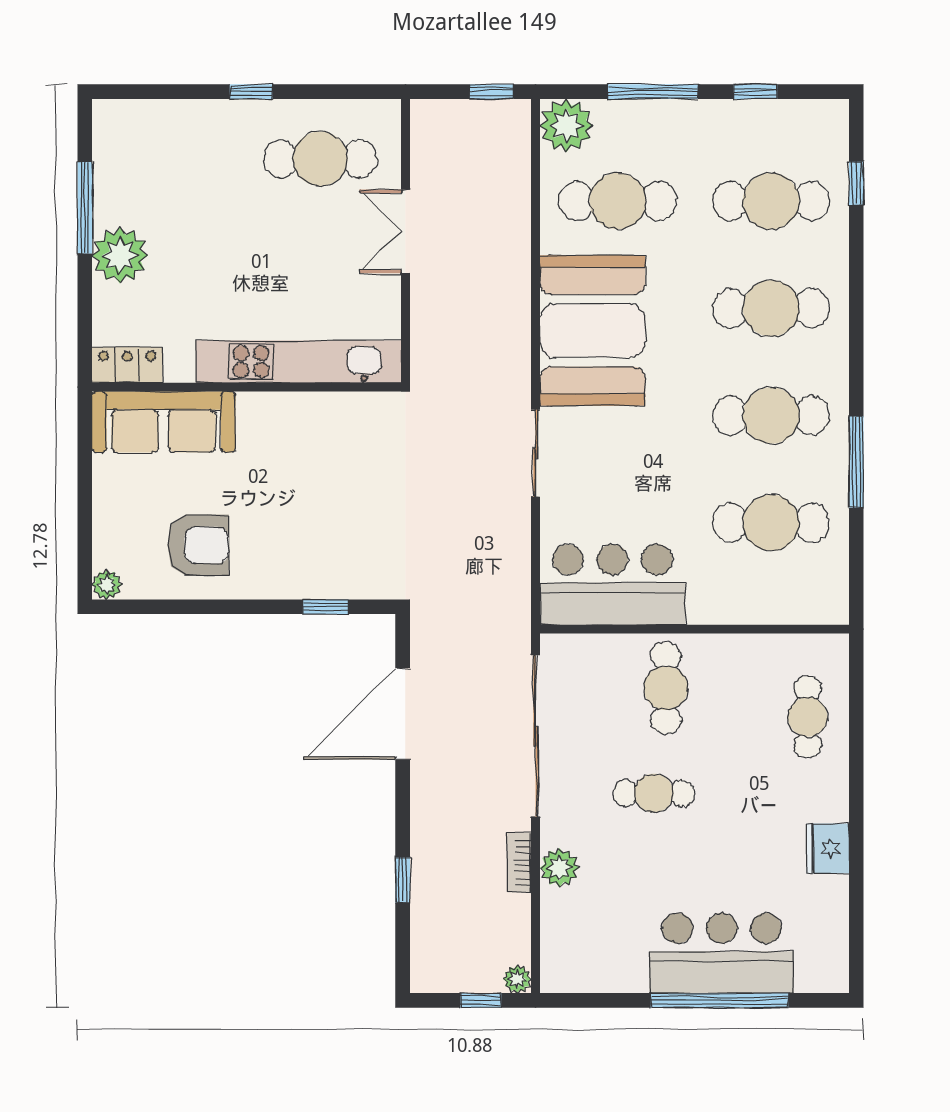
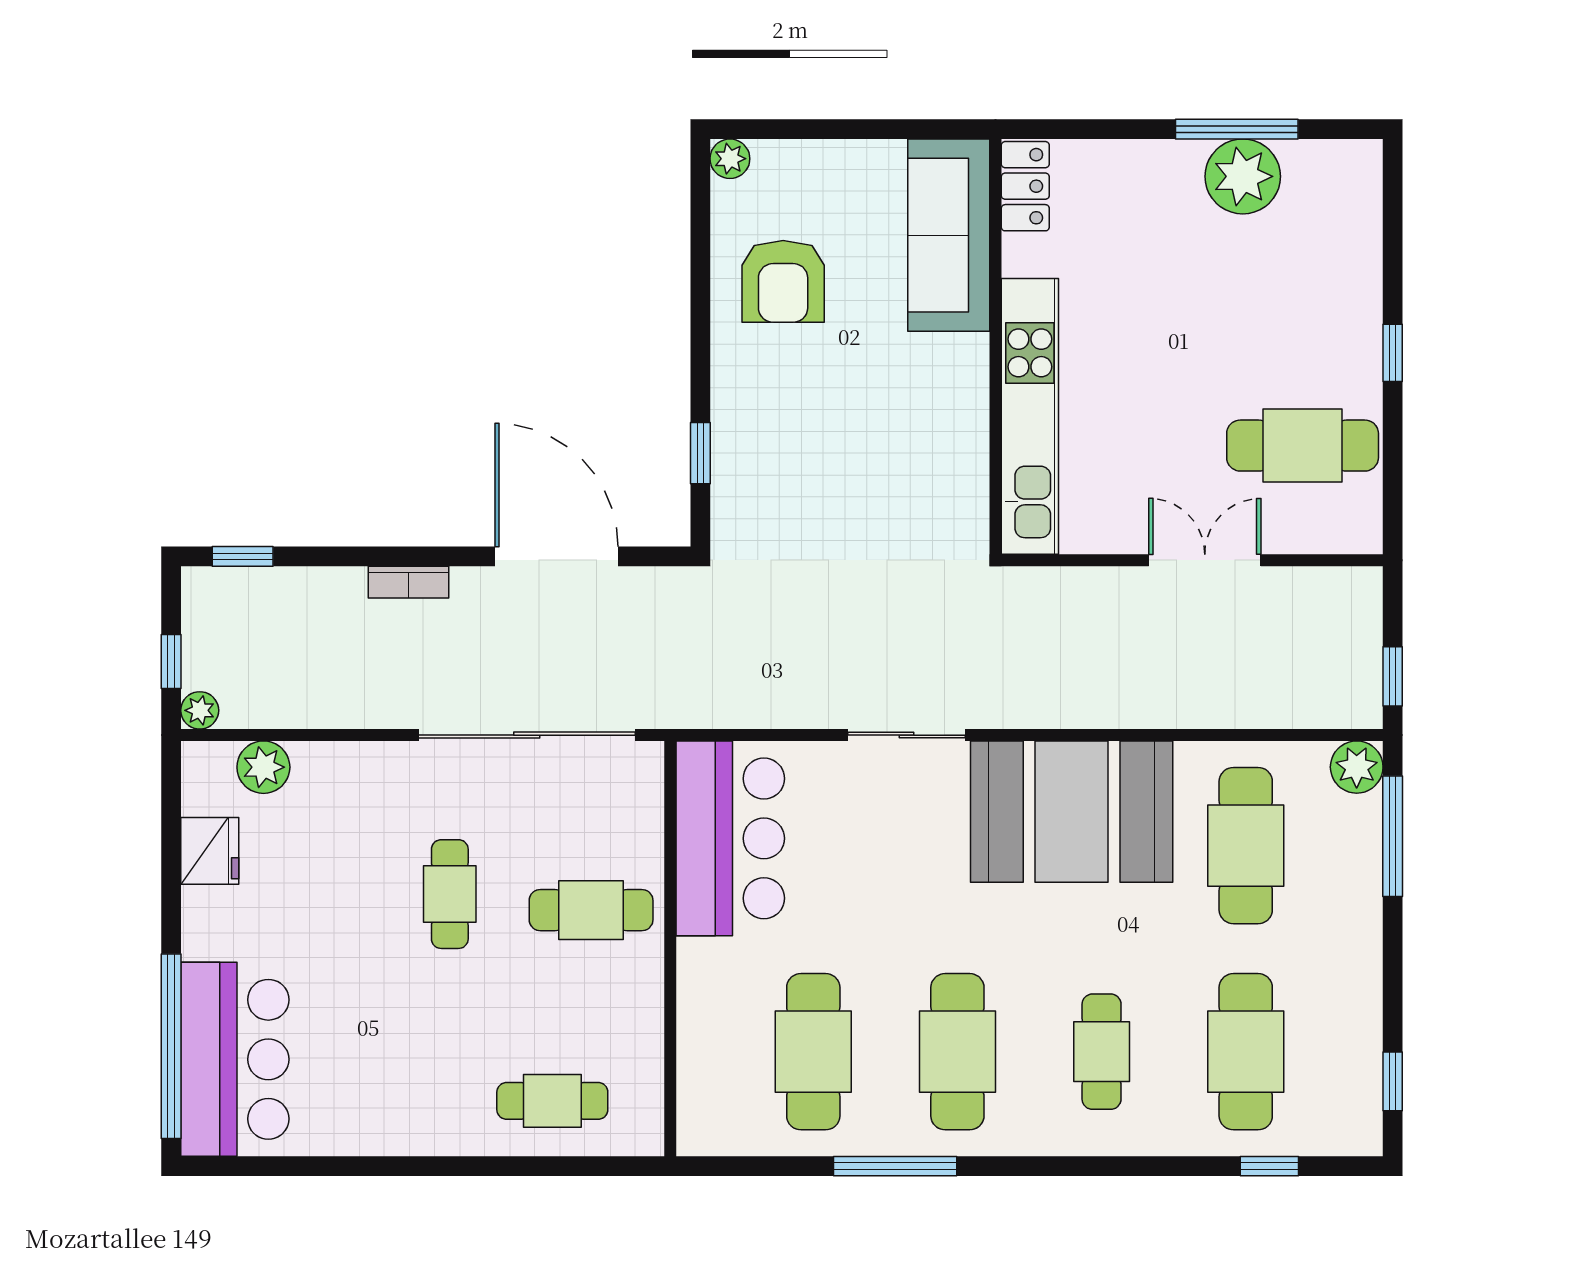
window: (653, 92) -> (1393, 836), moved
window: (755, 92) -> (1393, 1081), moved
plant: (566, 126) -> (1357, 767), width x0.73, depth x0.73
cafe table: (320, 159) -> (1303, 446), turned 90
plant: (120, 255) -> (1243, 176), moved
cafe table: (771, 308) -> (1102, 1052), width x0.73, depth x0.74
fridge: (828, 849) -> (210, 851), moved, turned 90
bookcase: (519, 862) -> (408, 582), moved, turned 180
plant: (559, 868) -> (263, 767), moved
window: (403, 880) -> (243, 556), moved
bar counter: (722, 953) -> (235, 1059), moved
window: (720, 1000) -> (171, 1046), moved

